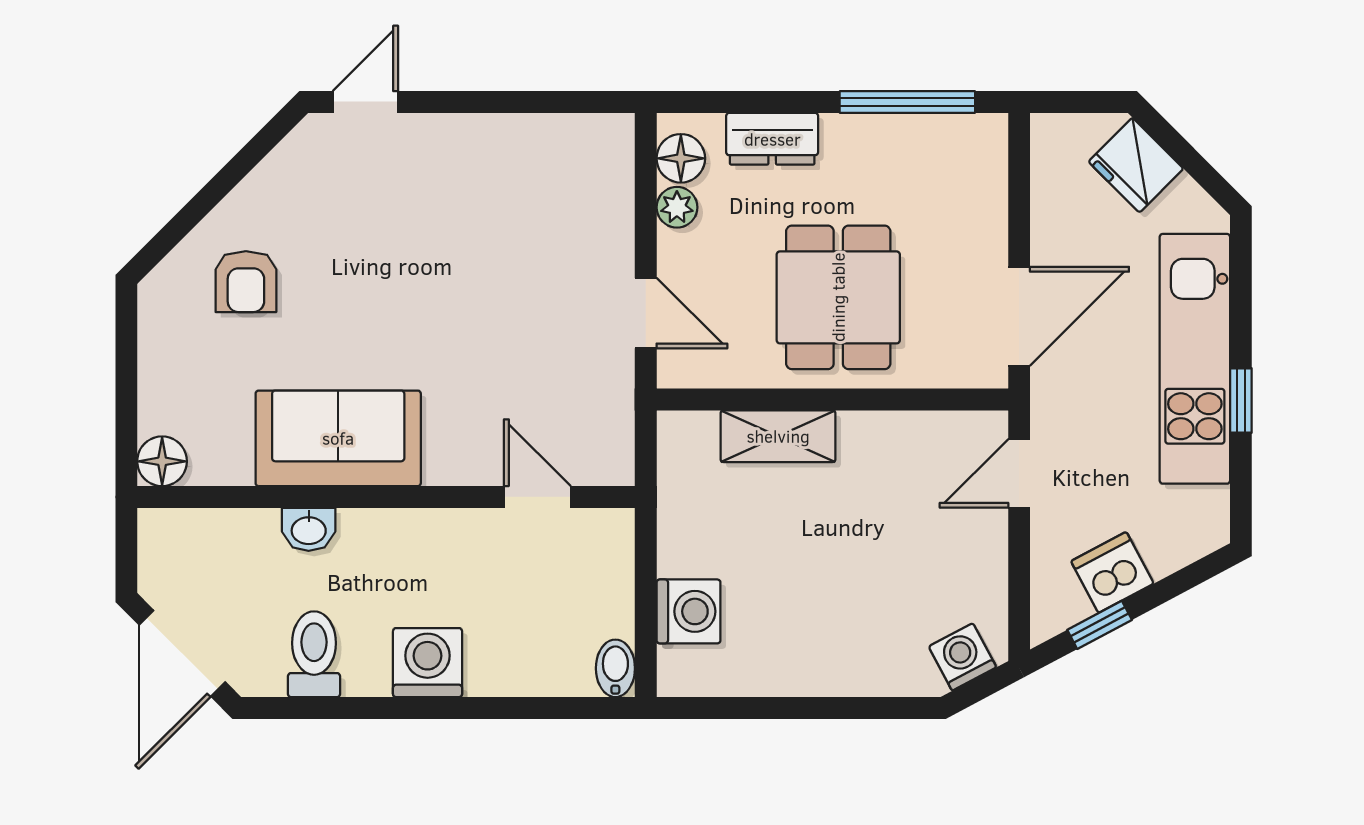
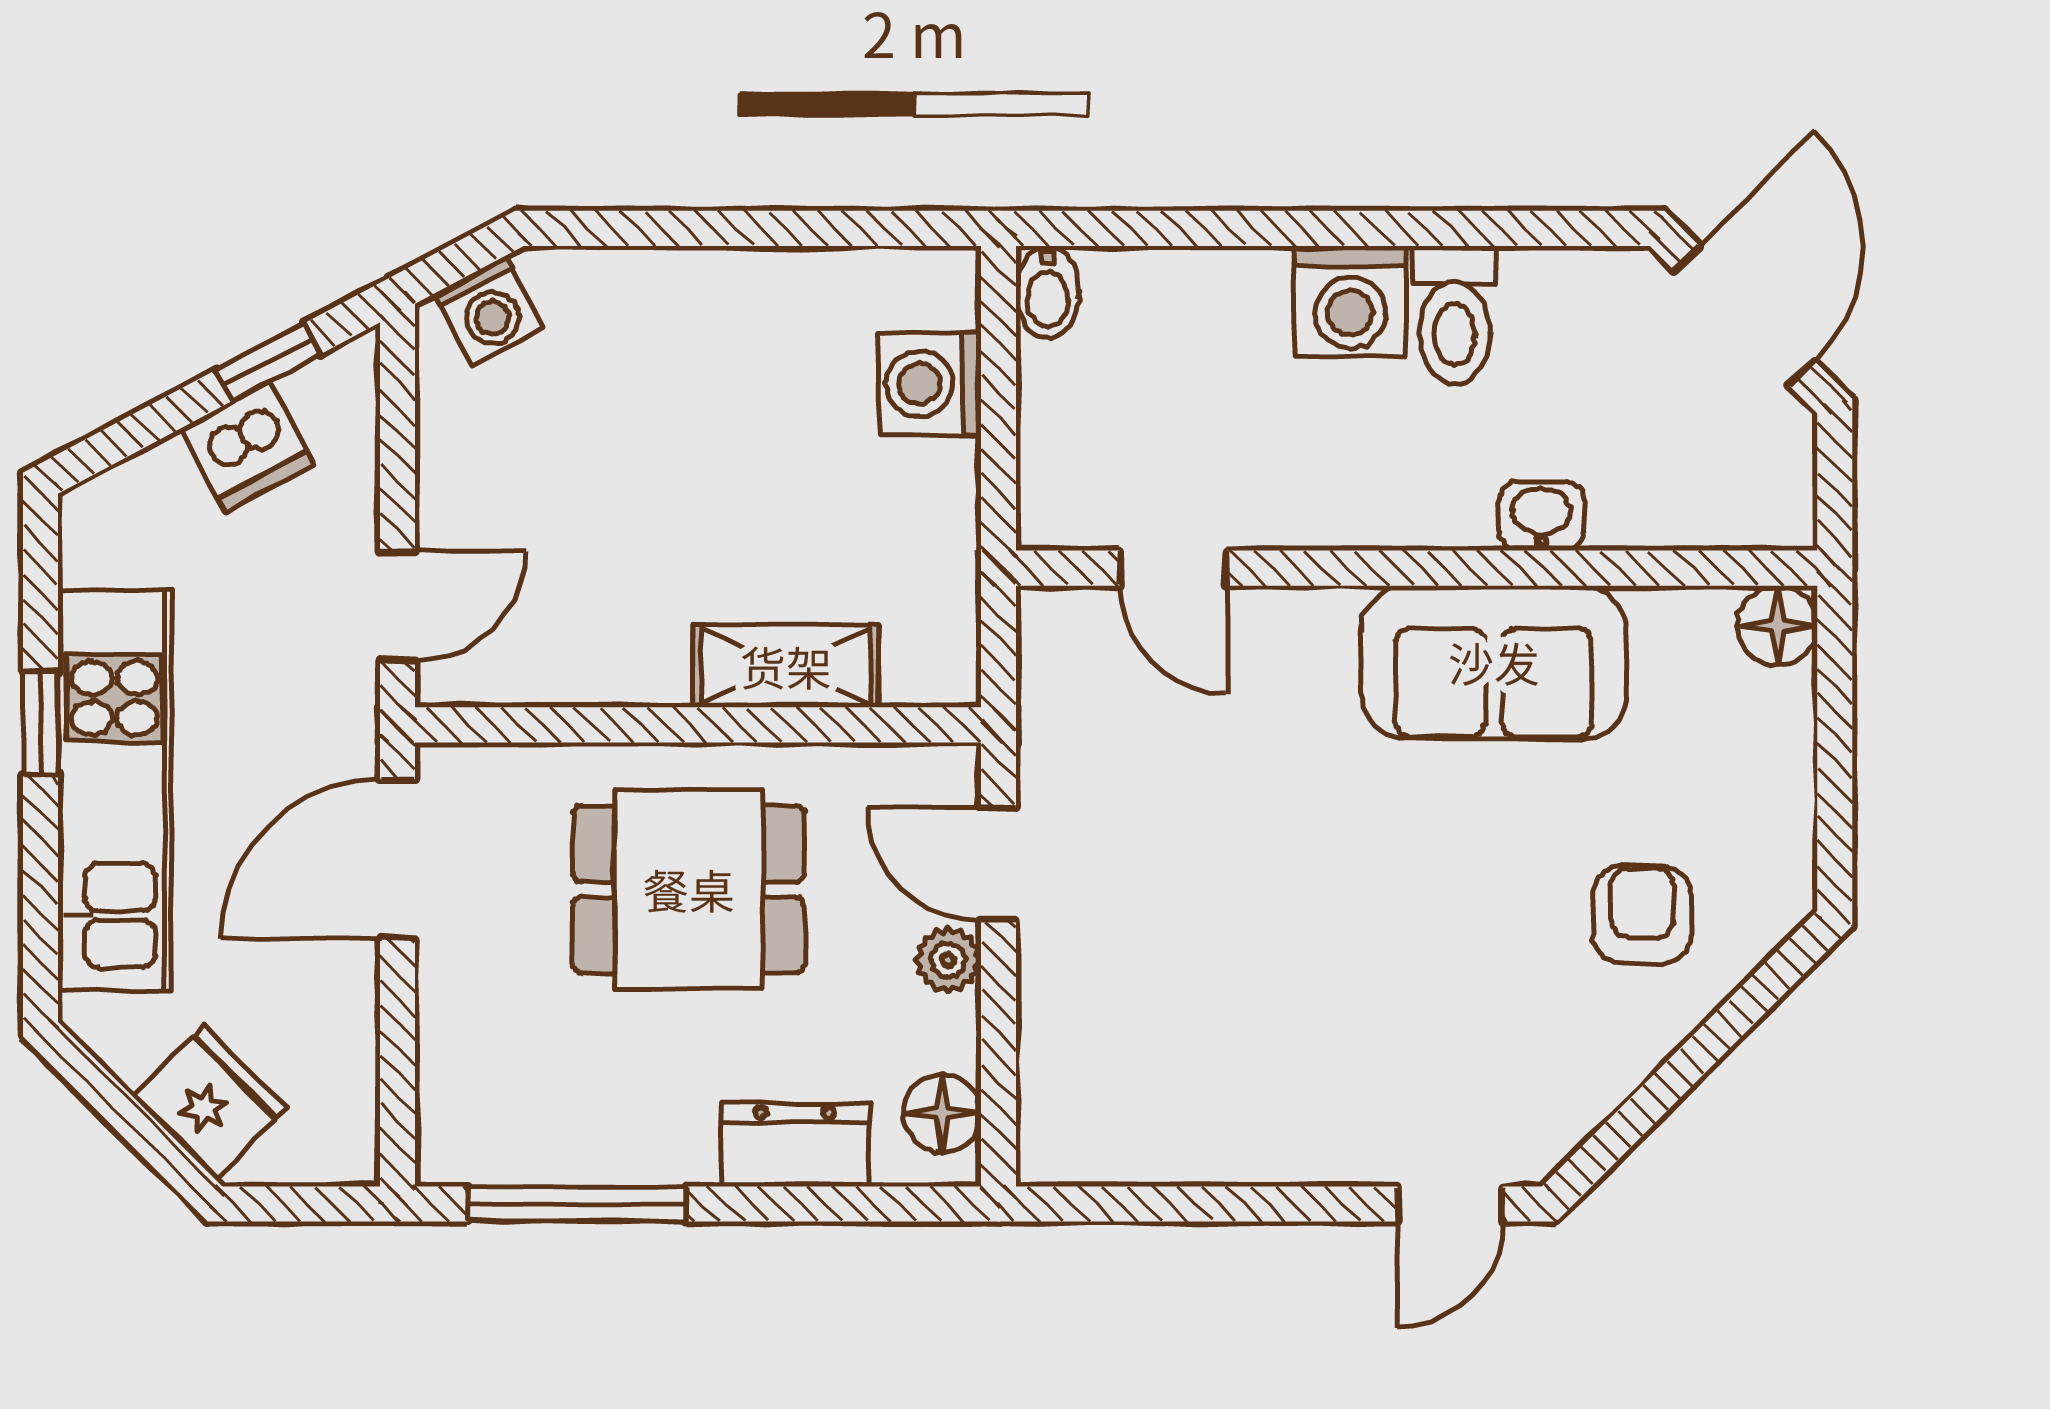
plant: (677, 207) -> (948, 960), moved
dining table: (838, 297) -> (689, 889), turned 90
toilet: (314, 654) -> (1455, 315), moved

